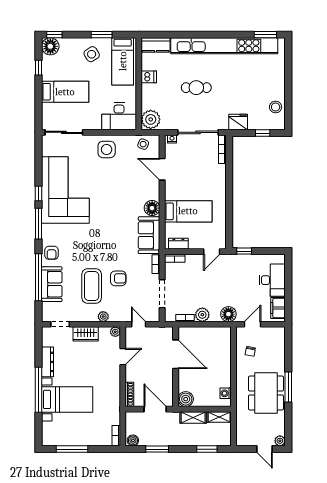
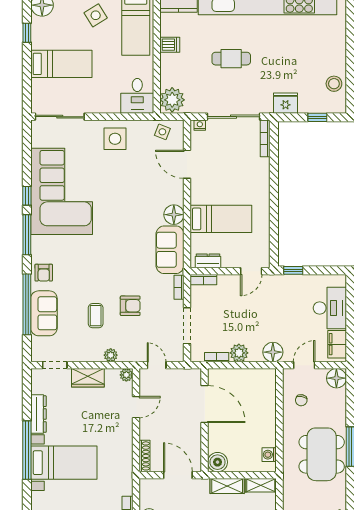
desk: (119, 116) -> (137, 96), width x0.73
coffee table: (92, 286) -> (96, 316), width x0.54, depth x0.58
floor lamp: (278, 334) -> (336, 378), added

